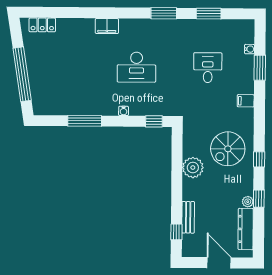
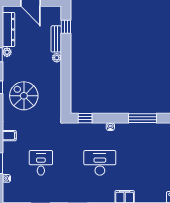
desk: (208, 68) -> (41, 163), turned 180
spiral stairs: (228, 149) -> (24, 96), turned -90
plant: (193, 168) -> (57, 58), moved, width x0.53, depth x0.53

